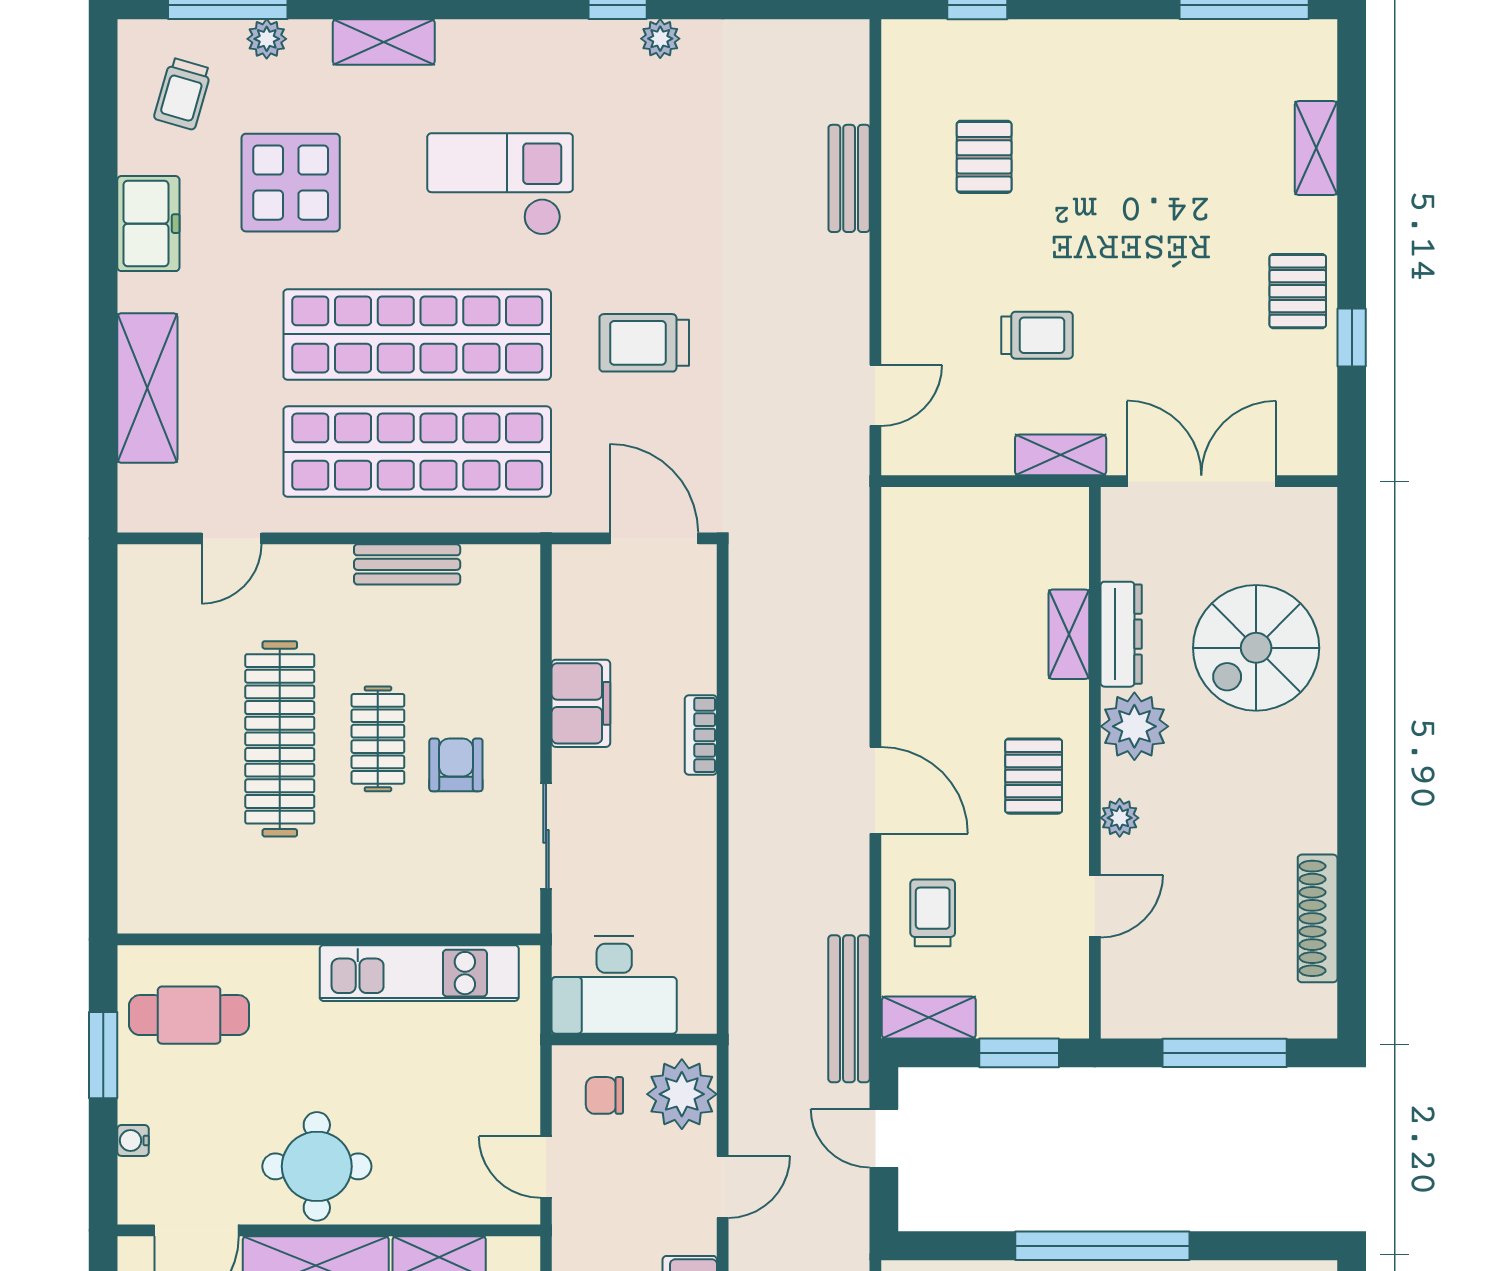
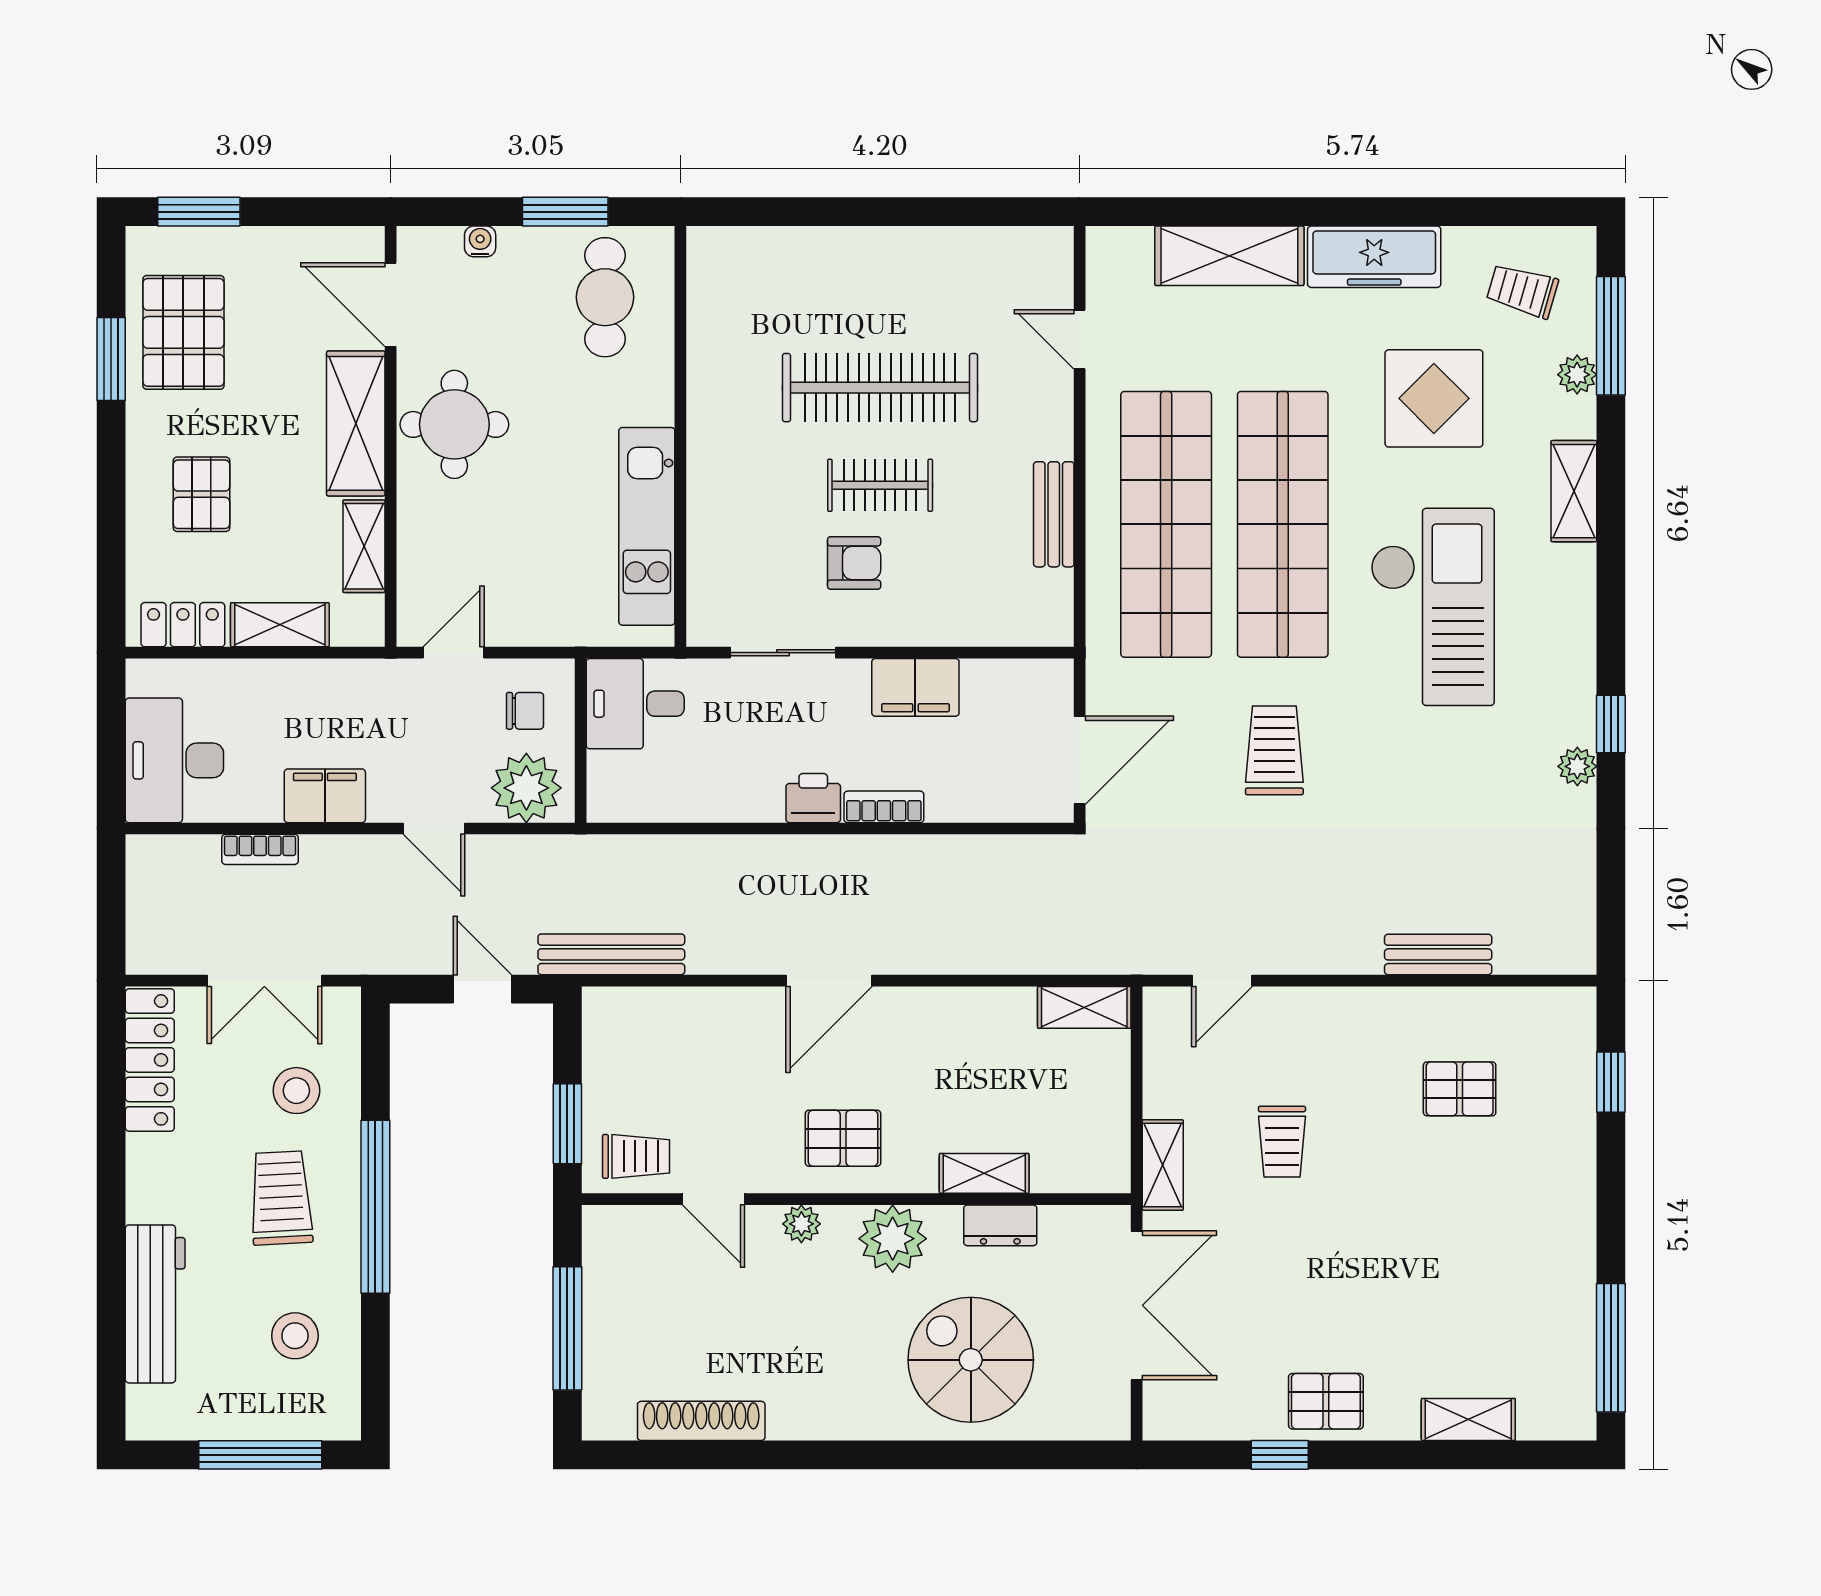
checkout: (500, 184) -> (1432, 607), width x1.36, depth x1.21
freezer: (148, 224) -> (1374, 257), width x1.40
door: (875, 395) -> (1222, 981), hinge flipped
dresser: (1121, 634) -> (1000, 1225), width x0.70
printer: (692, 806) -> (813, 798), added
trolley: (933, 913) -> (636, 1156), moved
desk: (614, 985) -> (635, 704), width x0.73
shelving: (929, 1017) -> (1084, 1007), moved, turned 90
chair: (604, 1095) -> (525, 711), turned 90
door: (884, 1138) -> (482, 989), hinge flipped

